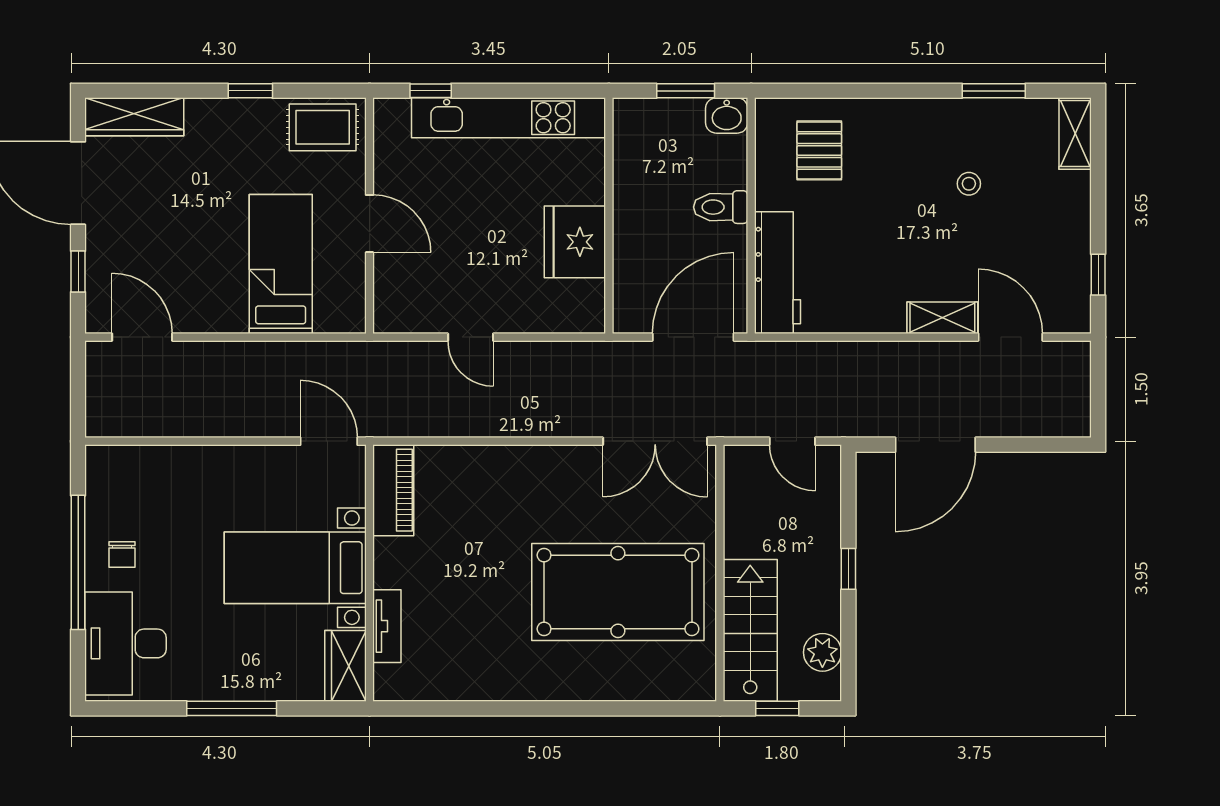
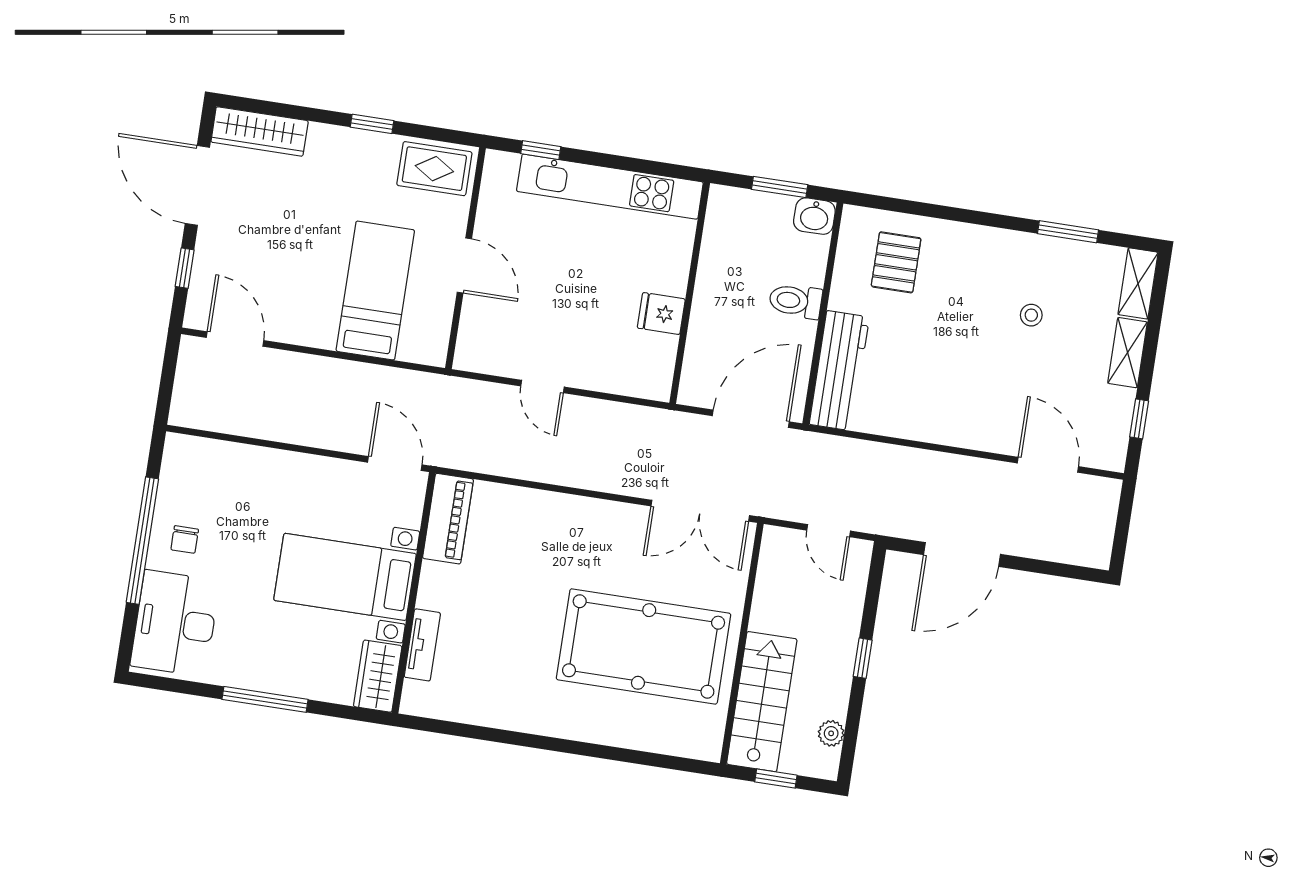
fridge: (575, 242) -> (661, 314), width x0.53, depth x0.75
shelving: (942, 318) -> (1128, 353), moved, turned 90
plant: (822, 652) -> (831, 733), width x0.73, depth x0.73

